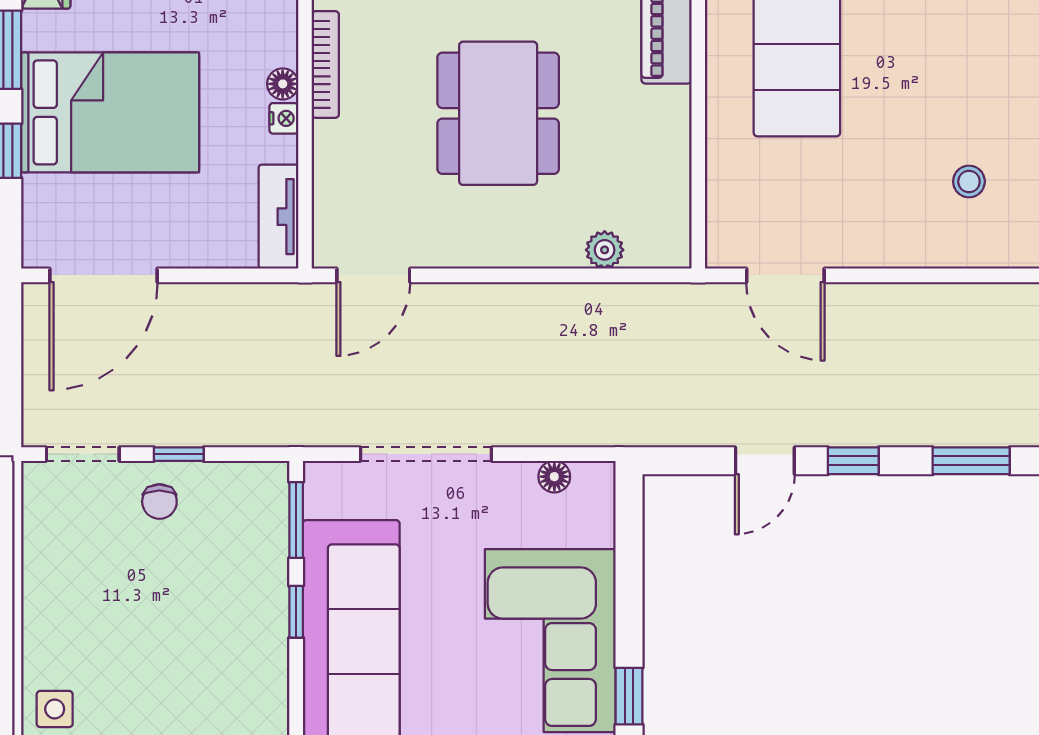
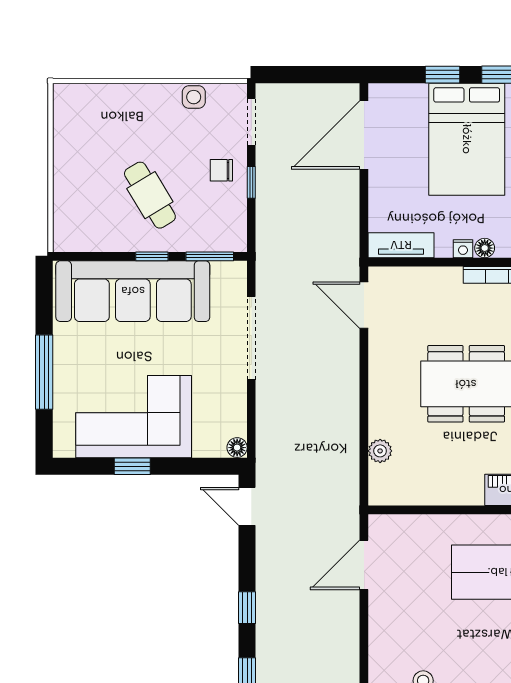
door: (104, 275) -> (364, 135), hinge flipped
door: (765, 461) -> (247, 506), moved
floor lamp: (554, 477) -> (237, 448), moved
cafe table: (199, 615) -> (150, 195), added
window: (629, 696) -> (132, 466), moved
side table: (55, 709) -> (194, 97), moved

